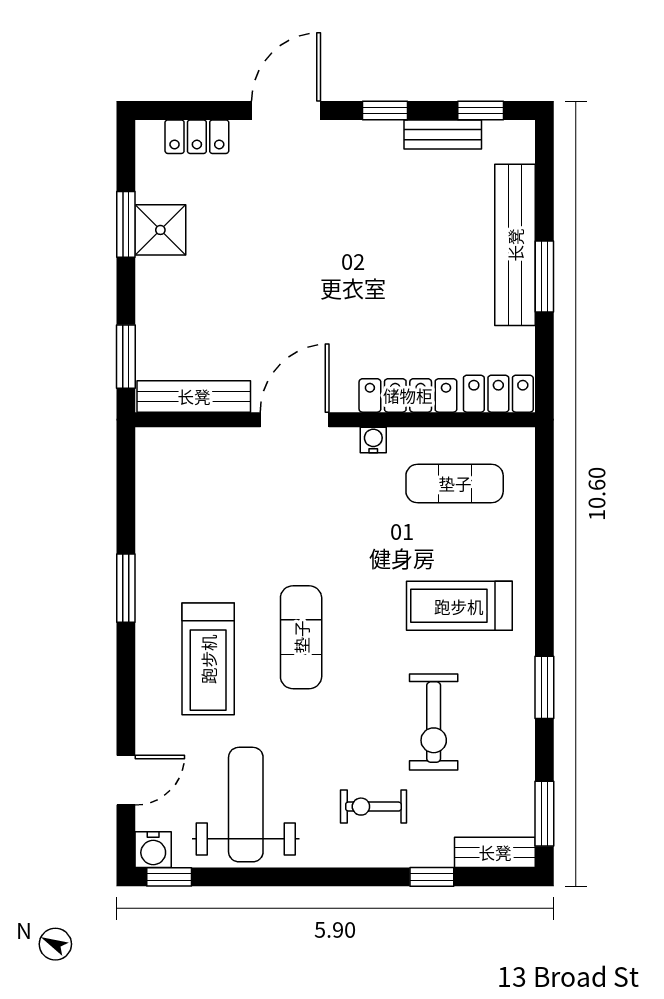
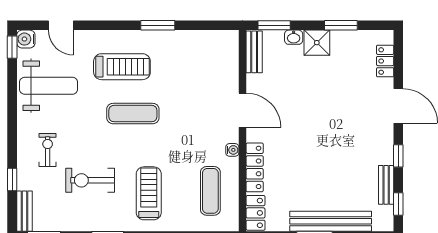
shower: (160, 230) -> (317, 43), moved
washbasin: (150, 318) -> (294, 37), added
bench: (194, 396) -> (254, 52), width x0.73
treadmill: (208, 659) -> (122, 67), turned 180

